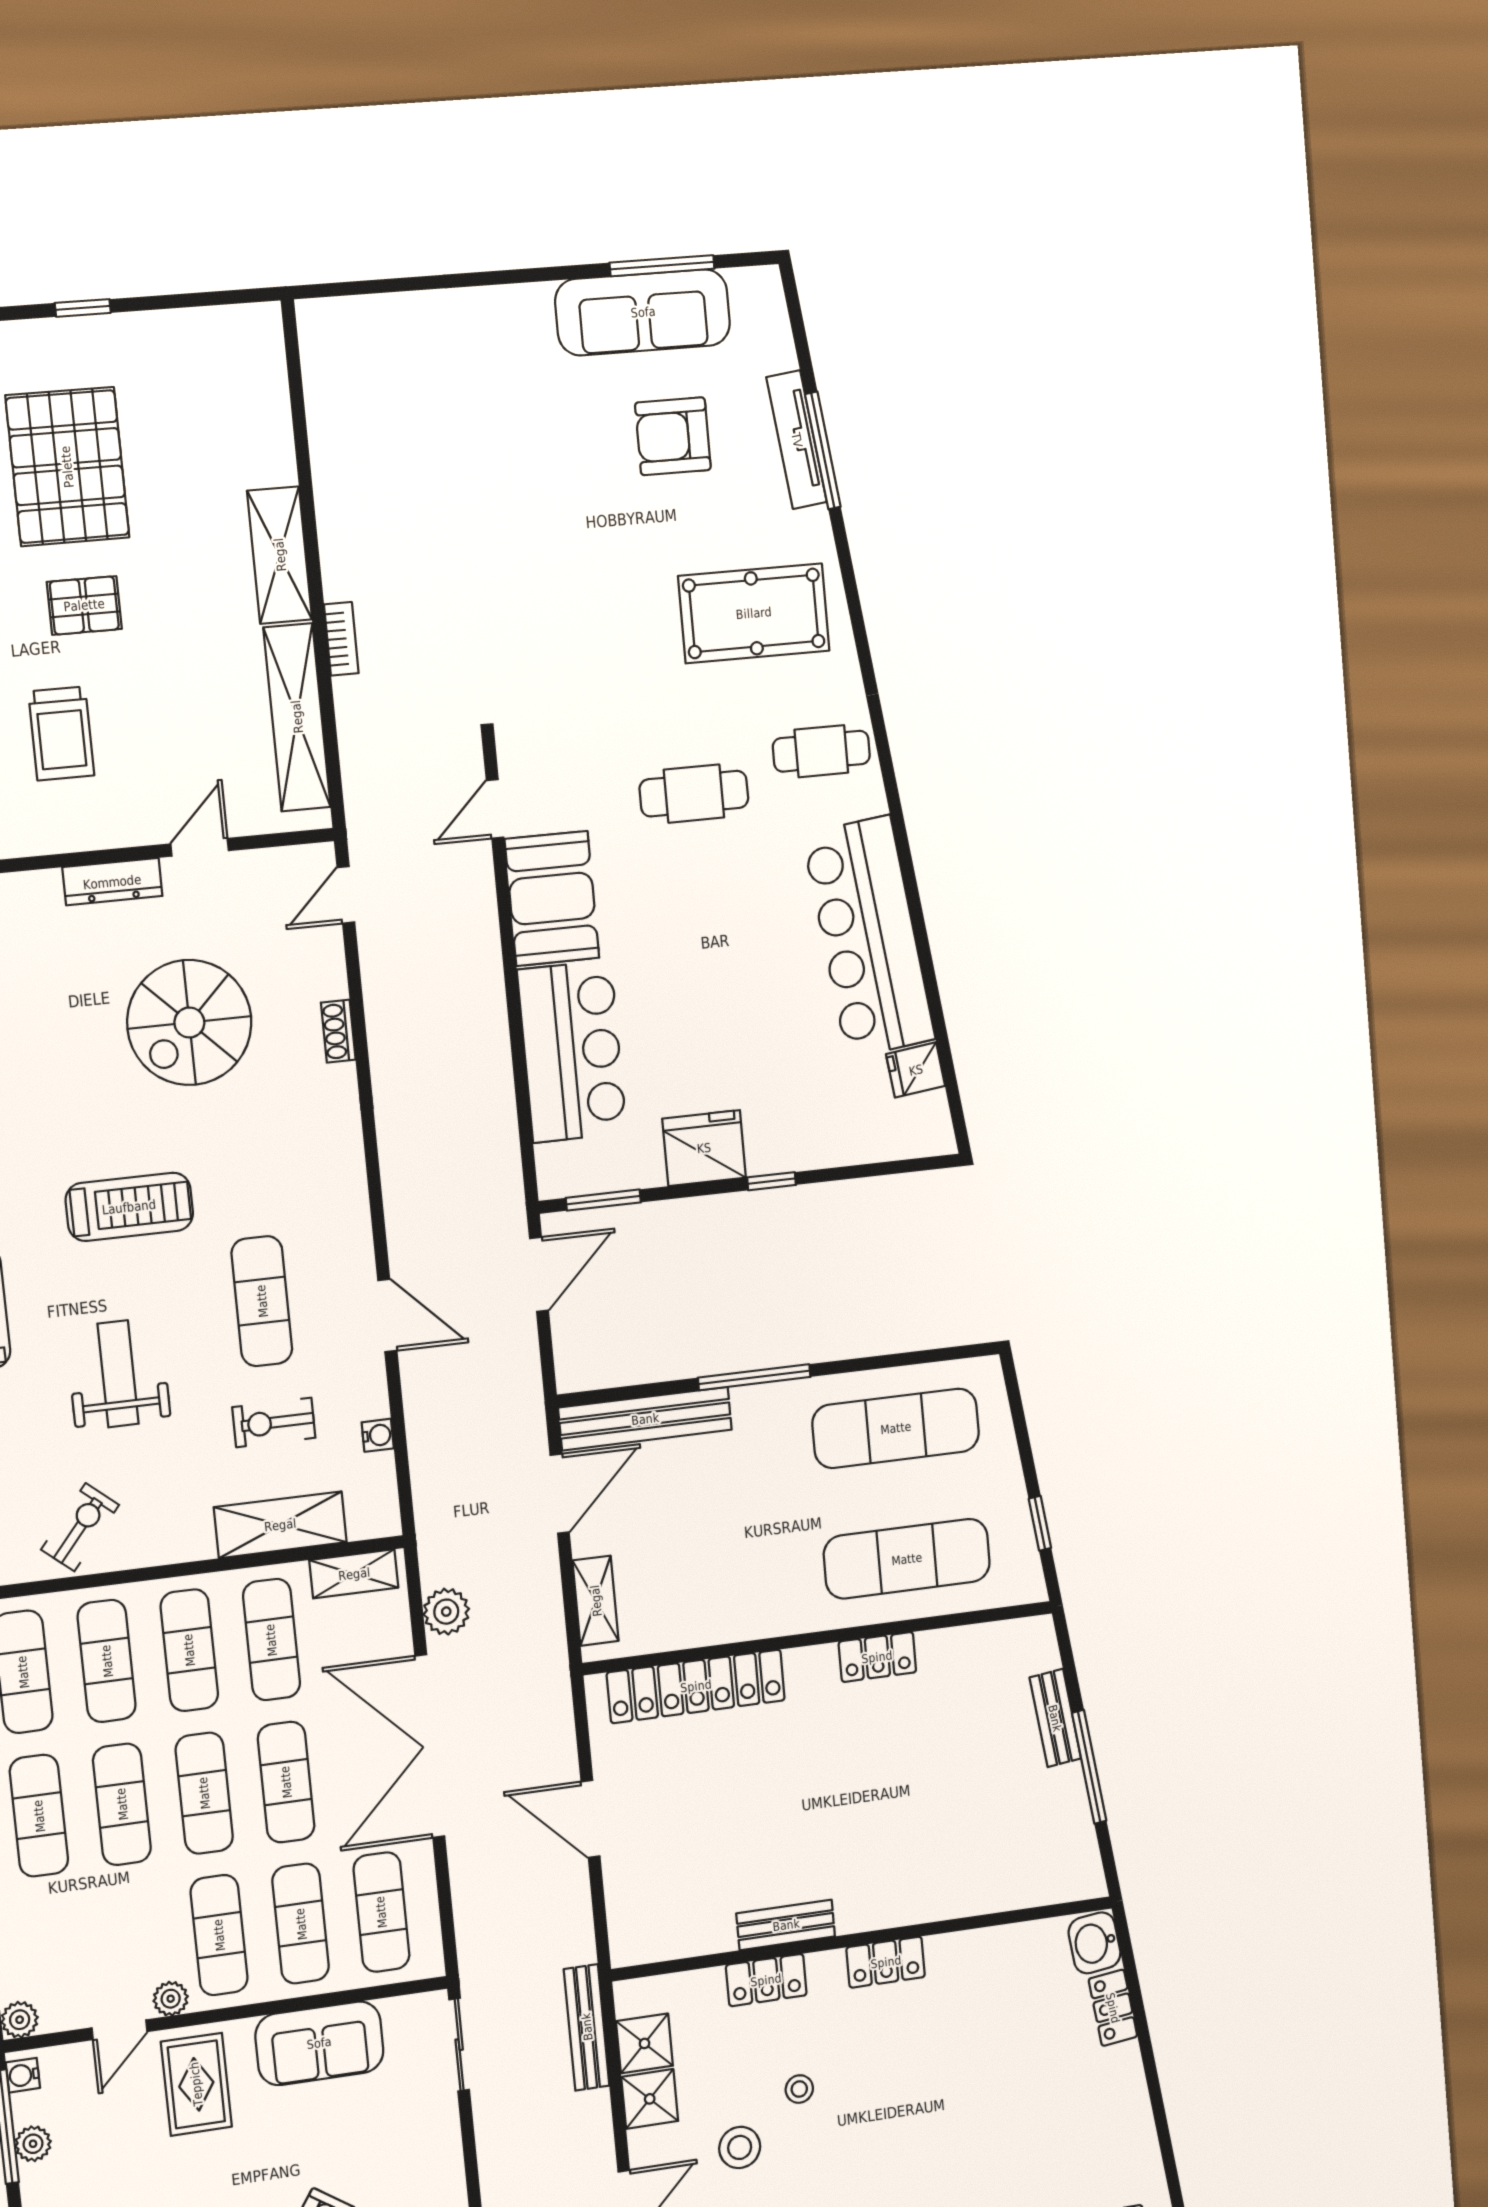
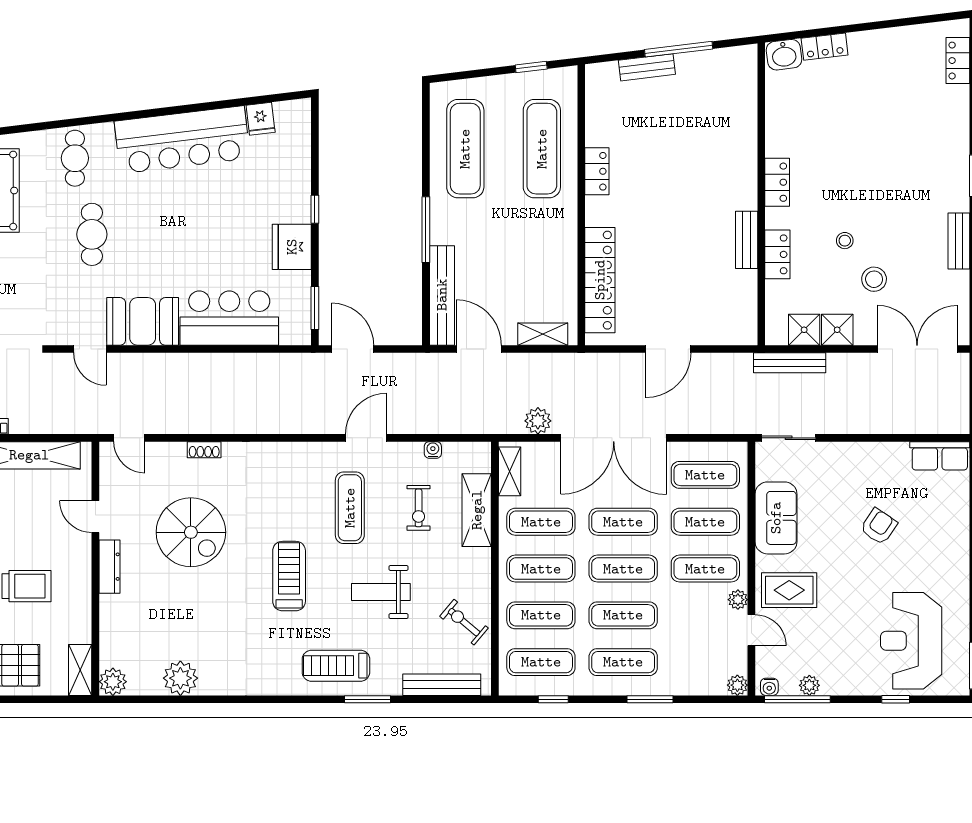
exercise mat: (262, 1301) -> (350, 508), turned 90

